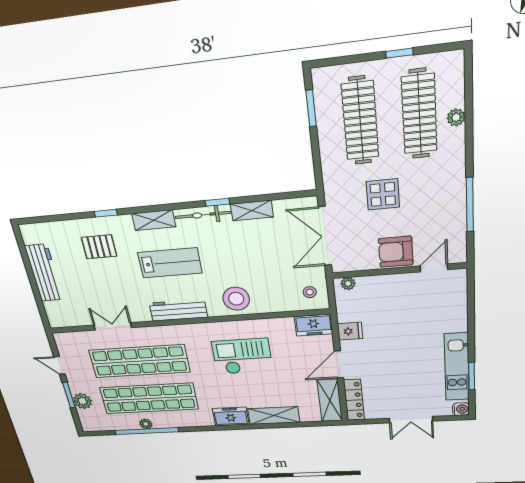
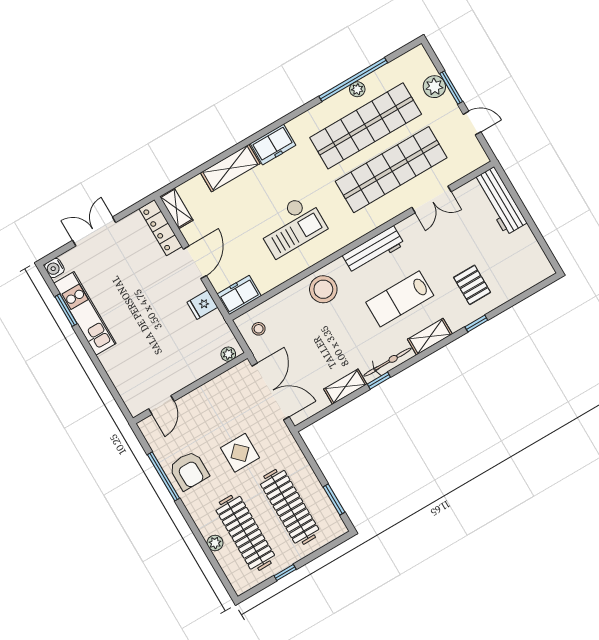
pallet: (99, 247) -> (472, 285), turned 90
armchair: (396, 252) -> (189, 471), moved, turned 90
workbench: (44, 273) -> (500, 201), moved
shelving: (330, 401) -> (176, 208), width x0.67, depth x0.75

